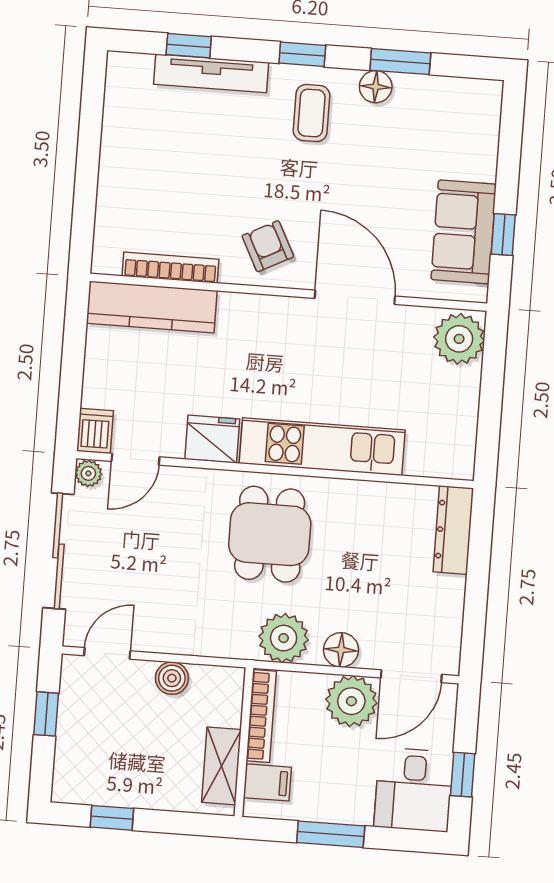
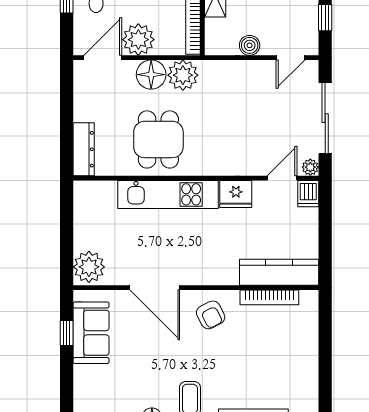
dining table: (270, 534) -> (158, 139), moved
floor lamp: (341, 650) -> (151, 75), width x1.38, depth x1.38

